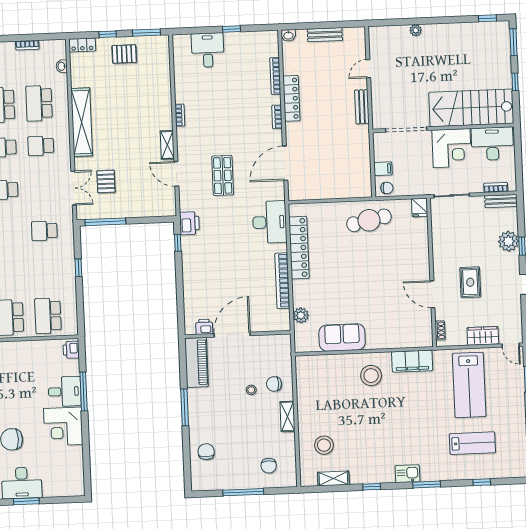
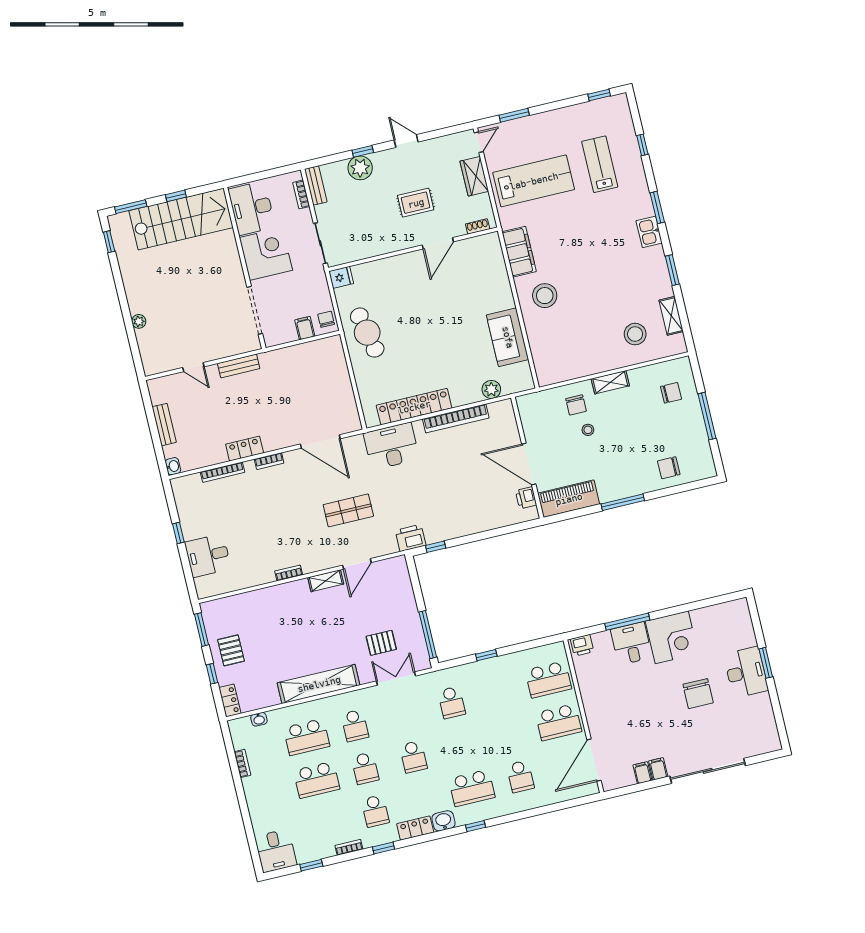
locker: (291, 98) -> (245, 449), width x0.66
stairs: (471, 108) -> (181, 219), moved, turned -90
window: (372, 487) -> (672, 270), width x1.50

